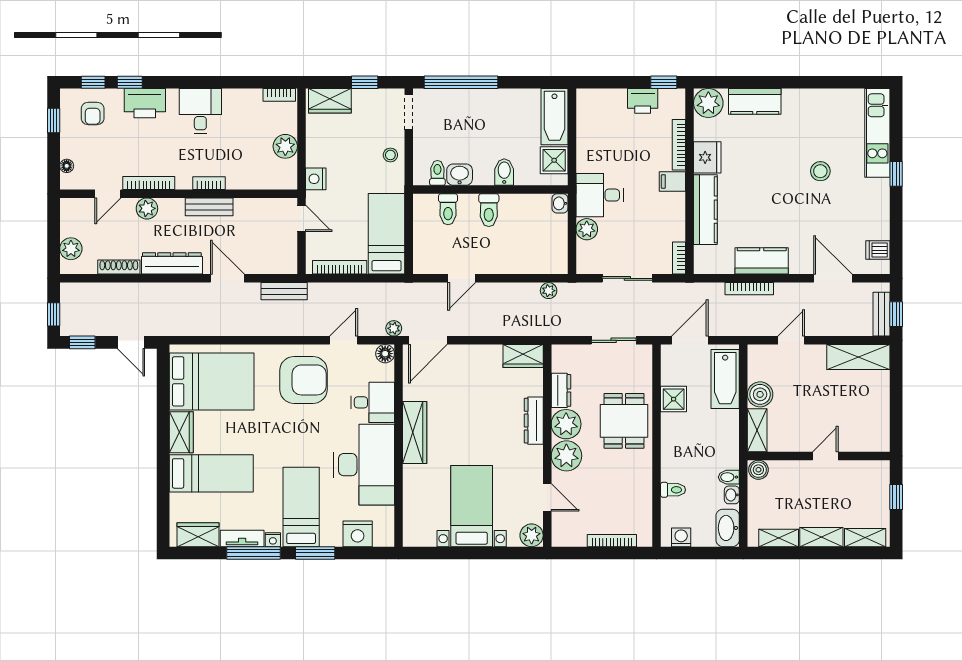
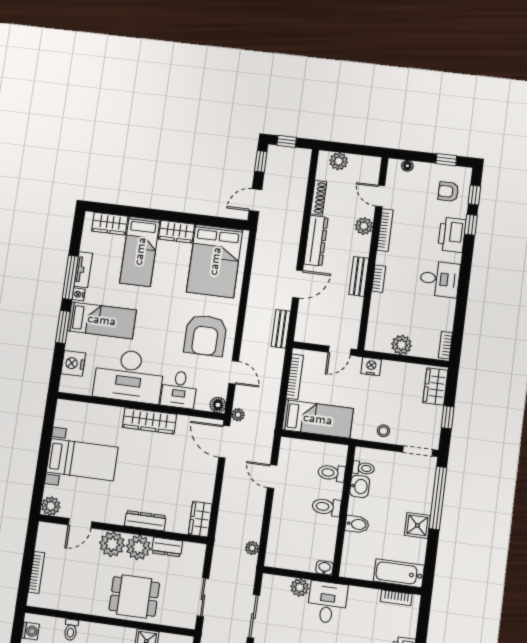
bookcase: (583, 116) -> (396, 598), added
shower: (554, 160) -> (417, 525), moved
wardrobe: (198, 535) -> (110, 224), moved, turned 90

